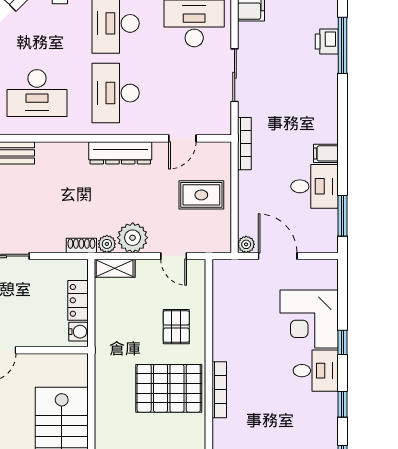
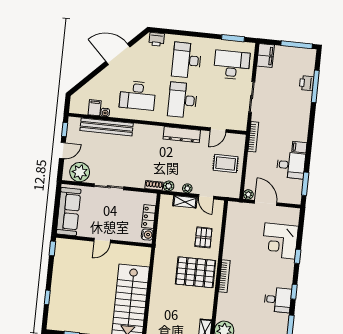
plant: (133, 238) -> (187, 188), width x0.53, depth x0.53
shelving: (115, 268) -> (185, 202), moved
desk: (316, 371) -> (278, 300), moved

